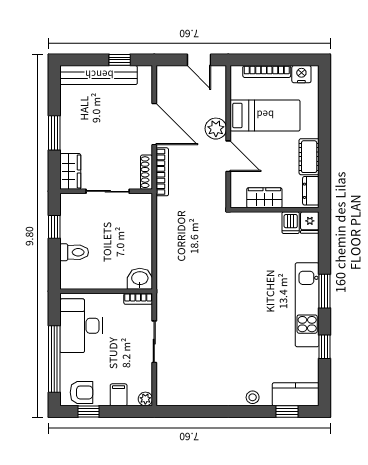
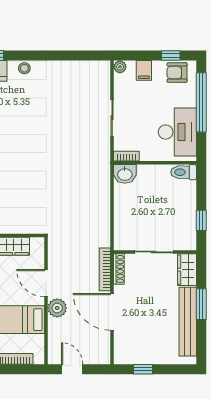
bench: (99, 75) -> (188, 322), moved, turned 90
toilet: (74, 252) -> (184, 172), moved

